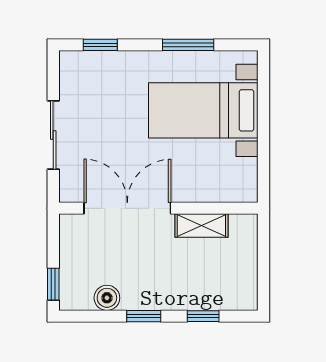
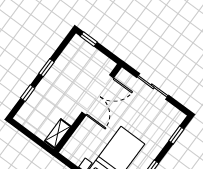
shelving: (201, 226) -> (58, 134), moved
boiler: (107, 298) -> (66, 58), removed

